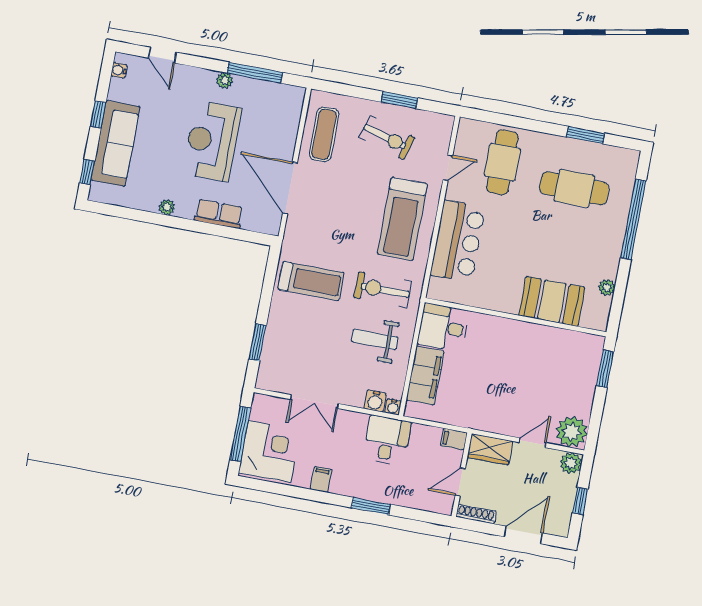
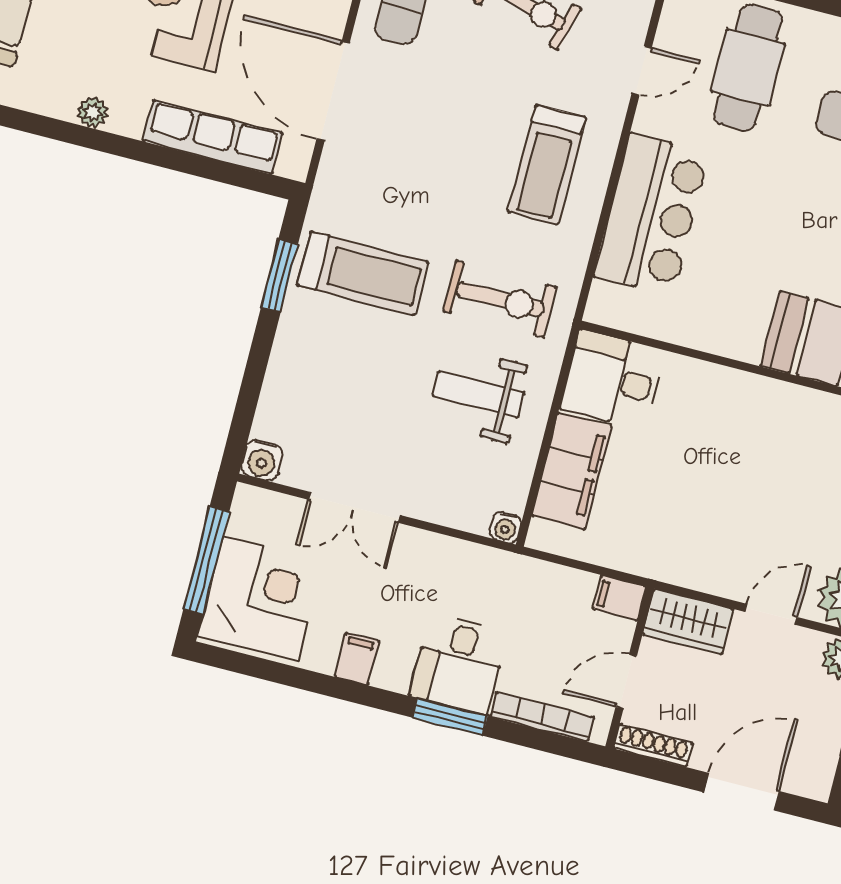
row of seats: (219, 214) -> (213, 137), width x1.48
treadmill: (402, 219) -> (547, 165), width x0.73, depth x0.73
exercise bike: (383, 290) -> (500, 299), turned 180
window: (258, 342) -> (279, 276), moved
water cooler: (375, 401) -> (262, 460), moved
desk: (387, 440) -> (459, 664), moved, turned 180
bookcase: (418, 503) -> (542, 717), added

